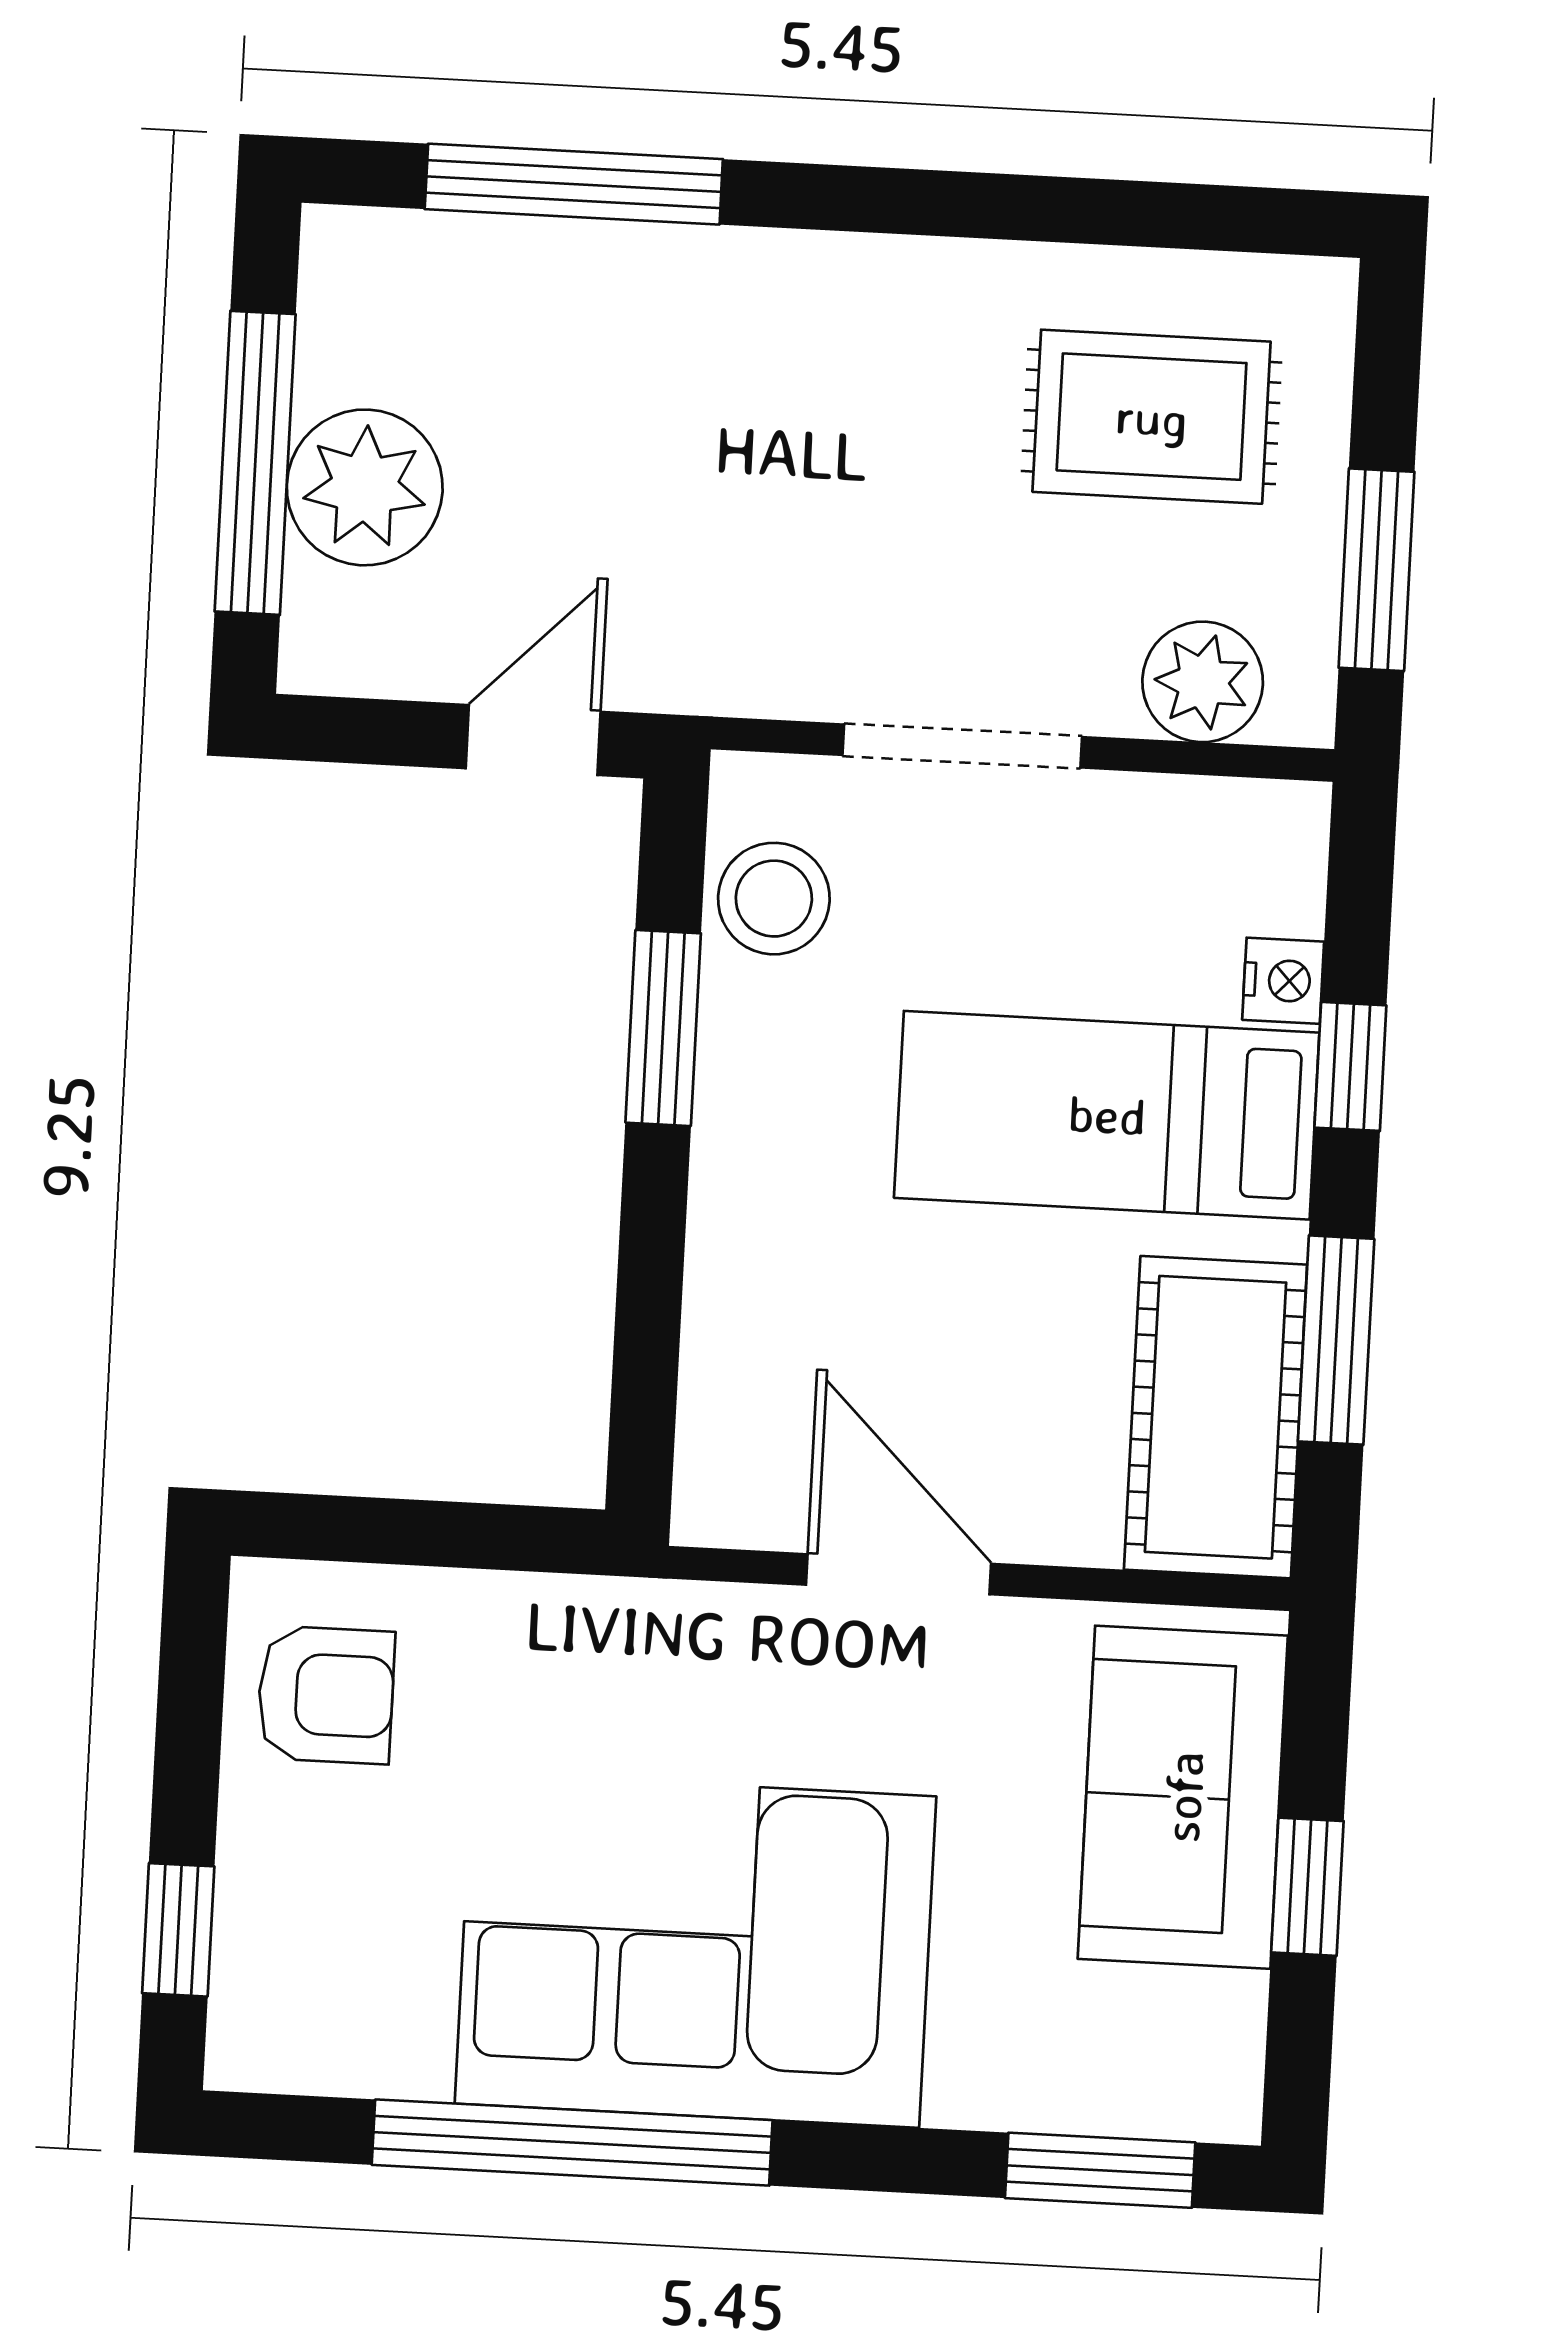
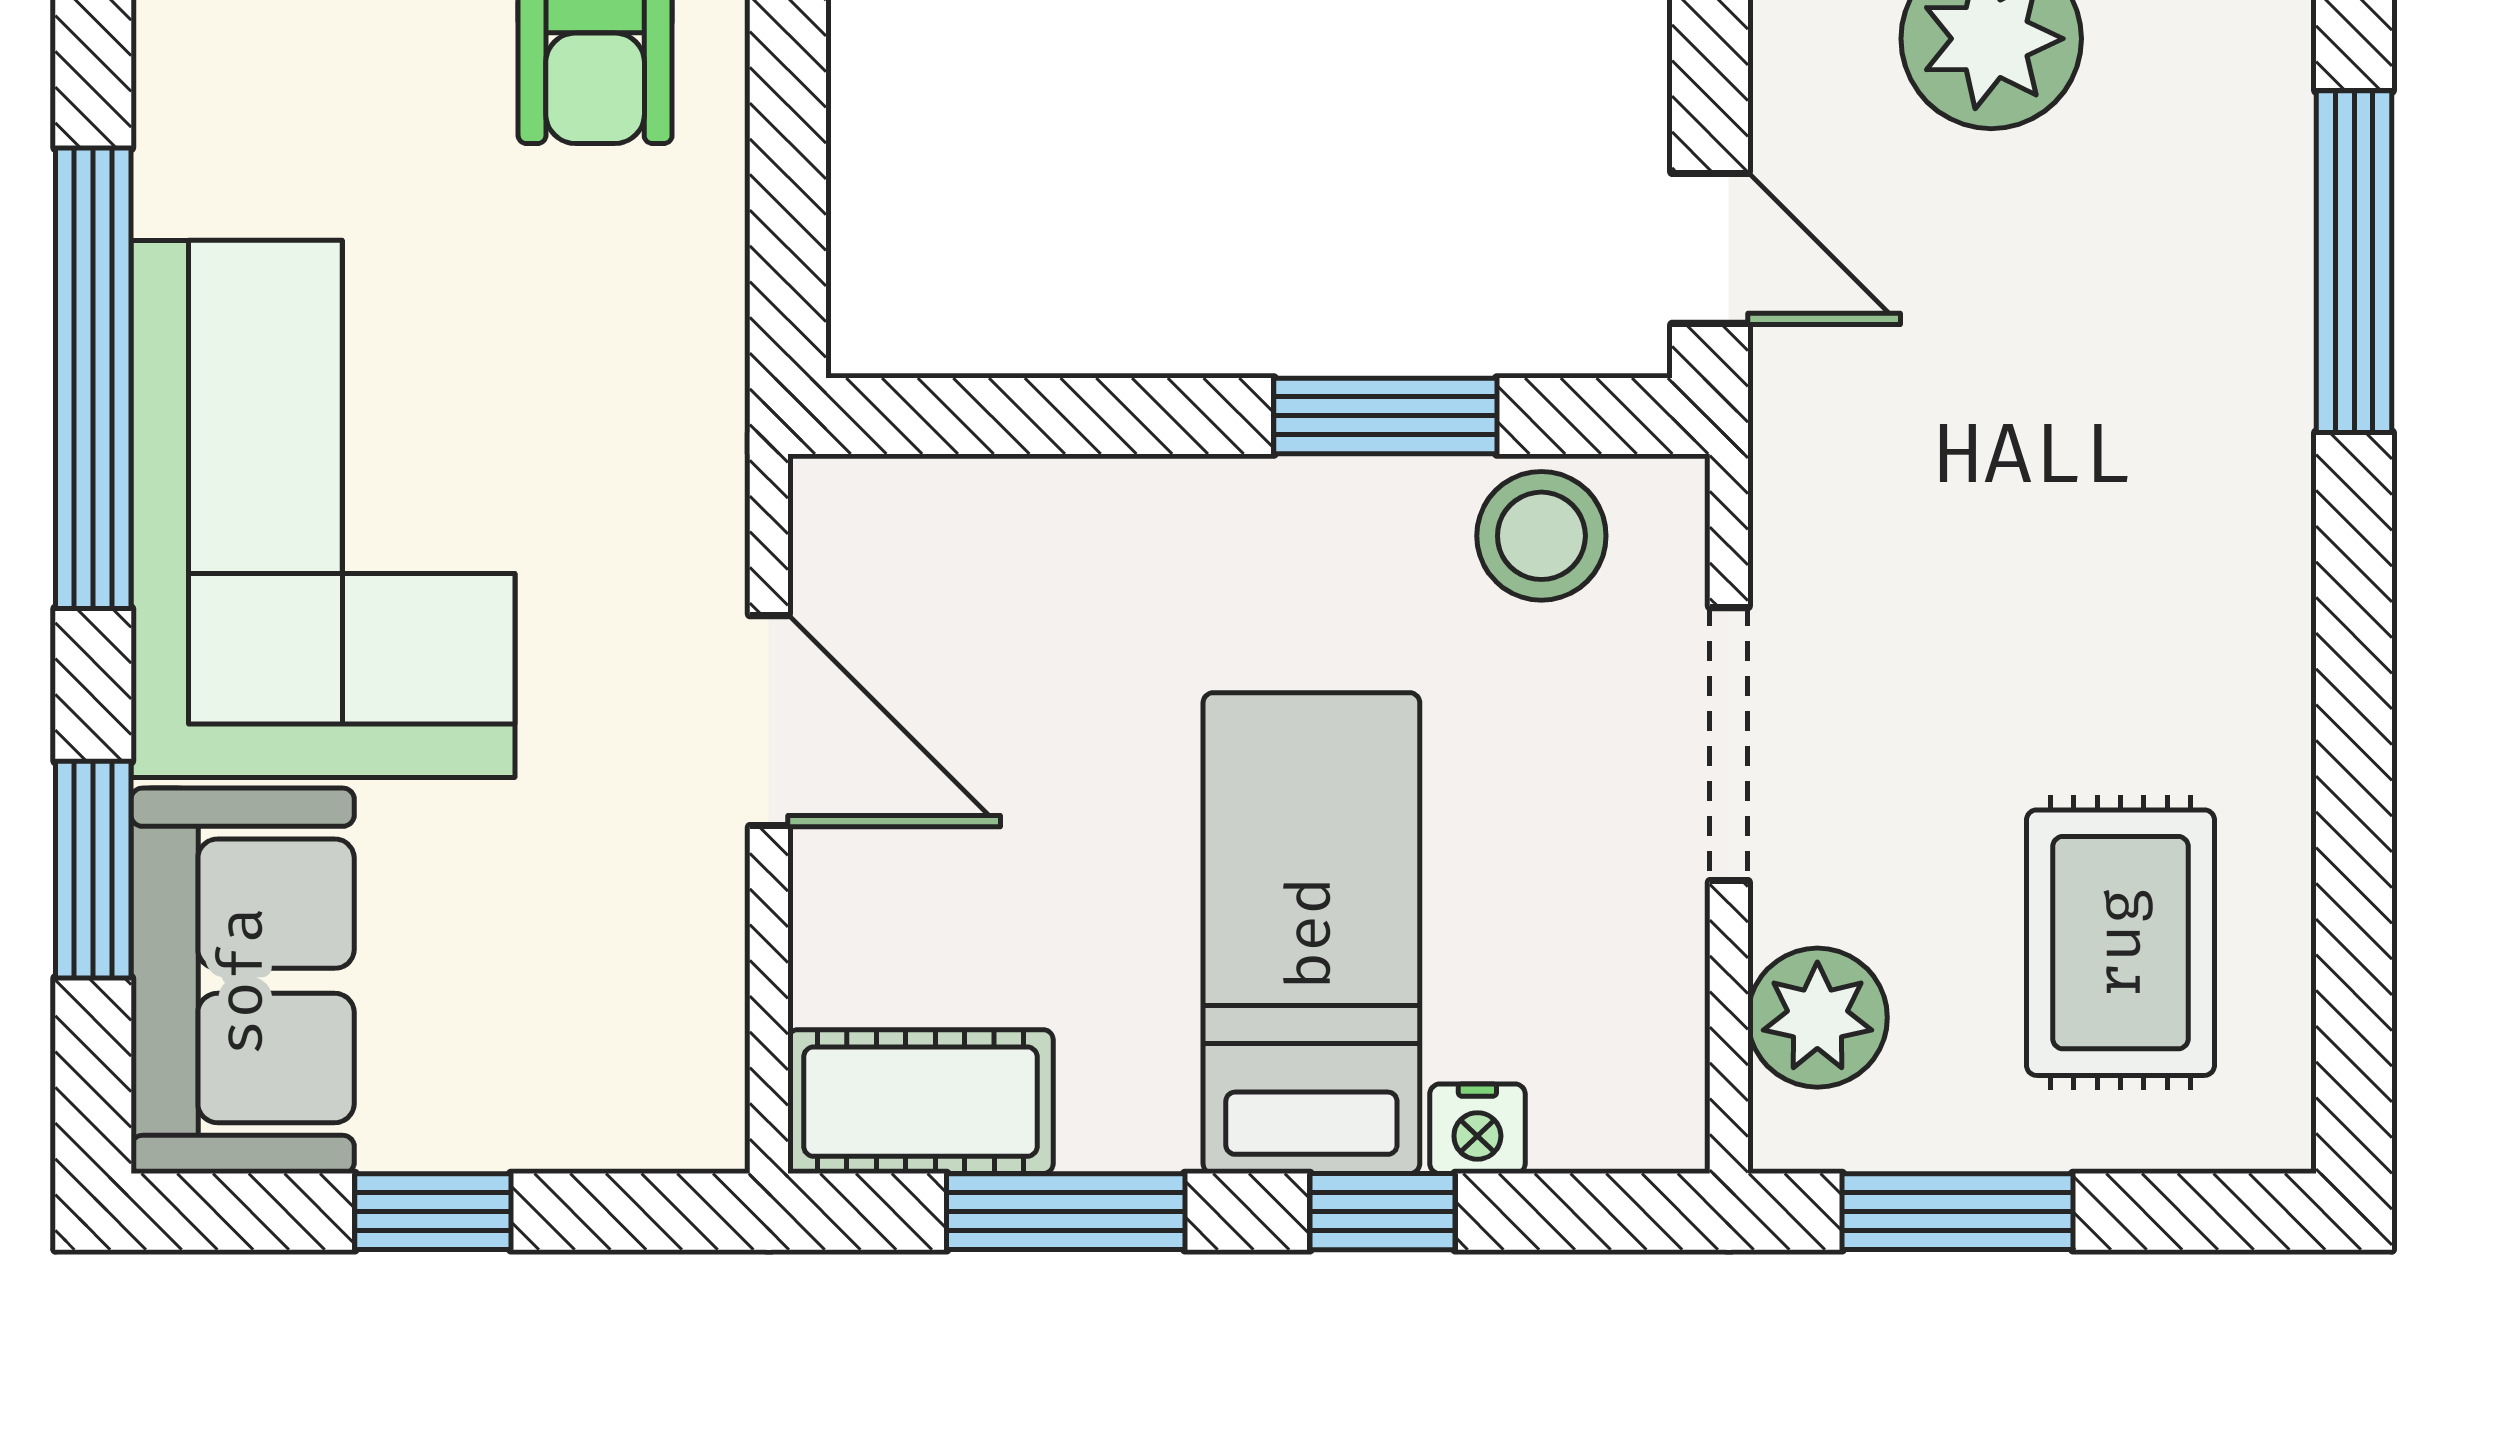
cot: (1216, 1417) -> (920, 1102), width x0.73, depth x0.75
door: (898, 1574) -> (769, 721), hinge flipped
sofa: (1183, 1797) -> (243, 981), moved, turned 90
window: (1100, 2170) -> (93, 870), moved

